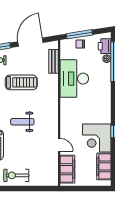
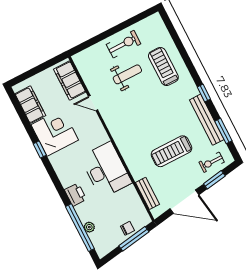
door: (30, 42) -> (184, 202), hinge flipped
printer: (105, 46) -> (75, 195), moved
desk: (74, 79) -> (106, 170), moved
weight bench: (22, 122) -> (127, 74), moved

